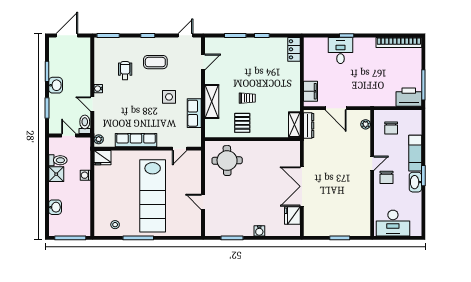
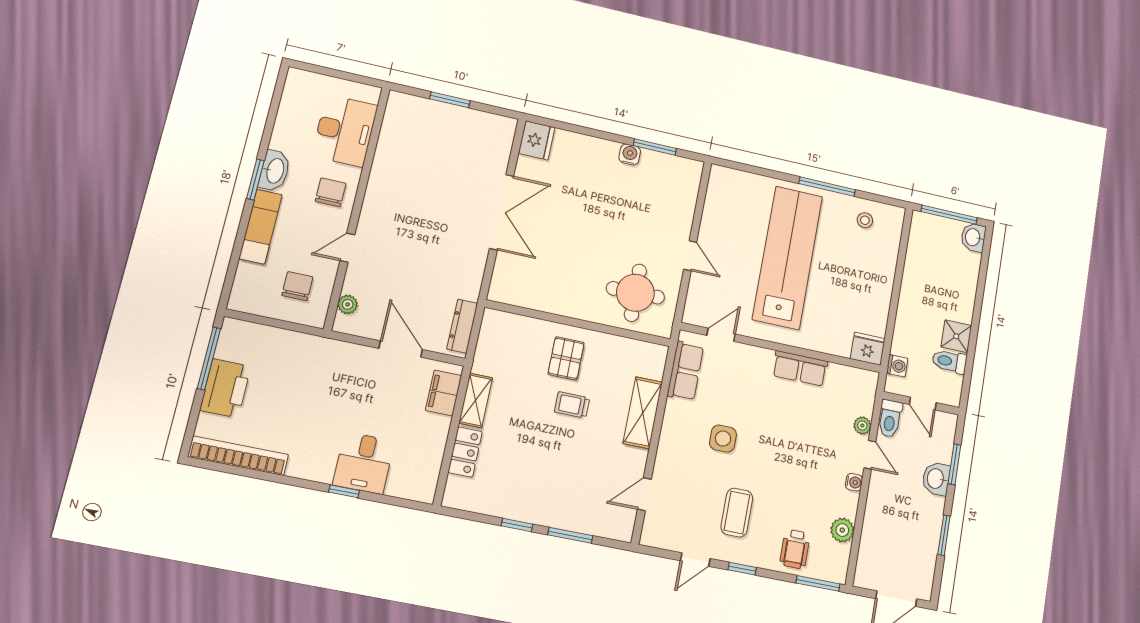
door: (185, 35) -> (695, 560), moved
locker: (294, 49) -> (465, 452), moved
coffee table: (155, 62) -> (737, 513), turned 90
plant: (100, 64) -> (842, 530), added
wheelchair: (125, 71) -> (795, 549), moved
washbasin: (56, 85) -> (936, 479), moved
printer: (409, 97) -> (225, 388), moved, turned -90
row of seats: (194, 113) -> (685, 371), moved
pallet: (242, 123) -> (566, 358), moved
shelving: (294, 125) -> (476, 400), moved
plant: (99, 139) -> (862, 426), moved
row of seats: (136, 140) -> (800, 368), width x0.68
door: (372, 163) -> (347, 248), moved
washing machine: (85, 175) -> (897, 366), moved
door: (203, 202) -> (690, 256), moved
washbasin: (55, 207) -> (973, 237), moved
fridge: (292, 216) -> (537, 140), moved
desk: (393, 223) -> (345, 131), moved, turned 90
water cooler: (259, 231) -> (630, 155), moved

